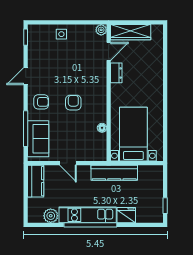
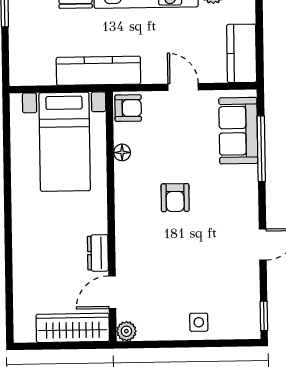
armchair: (41, 102) -> (128, 108), moved, turned 180

